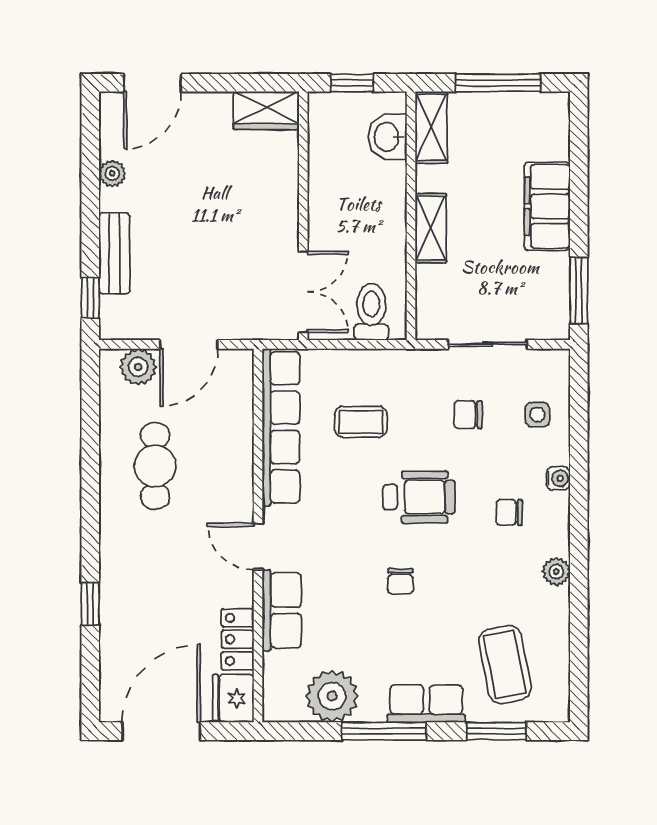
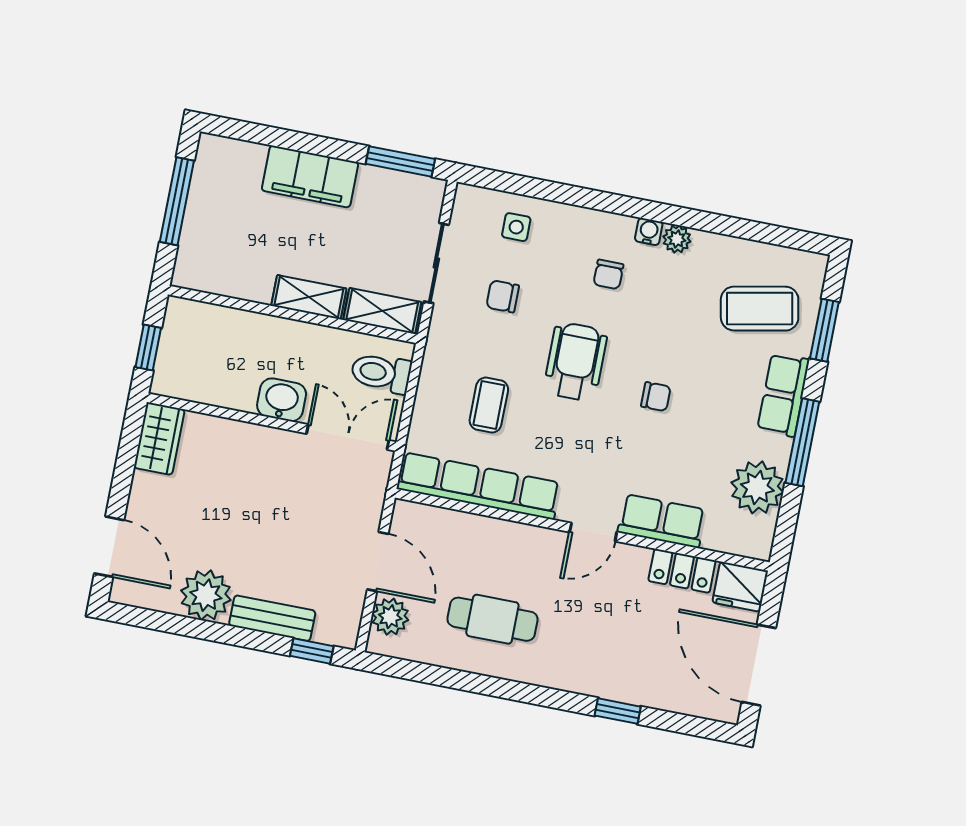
shelving: (431, 127) -> (382, 311), moved
washbasin: (388, 137) -> (282, 400), moved, turned 180
plant: (112, 173) -> (206, 595), width x1.87, depth x1.87
chair: (468, 415) -> (503, 296), turned 90
water cooler: (558, 478) -> (649, 232), moved

